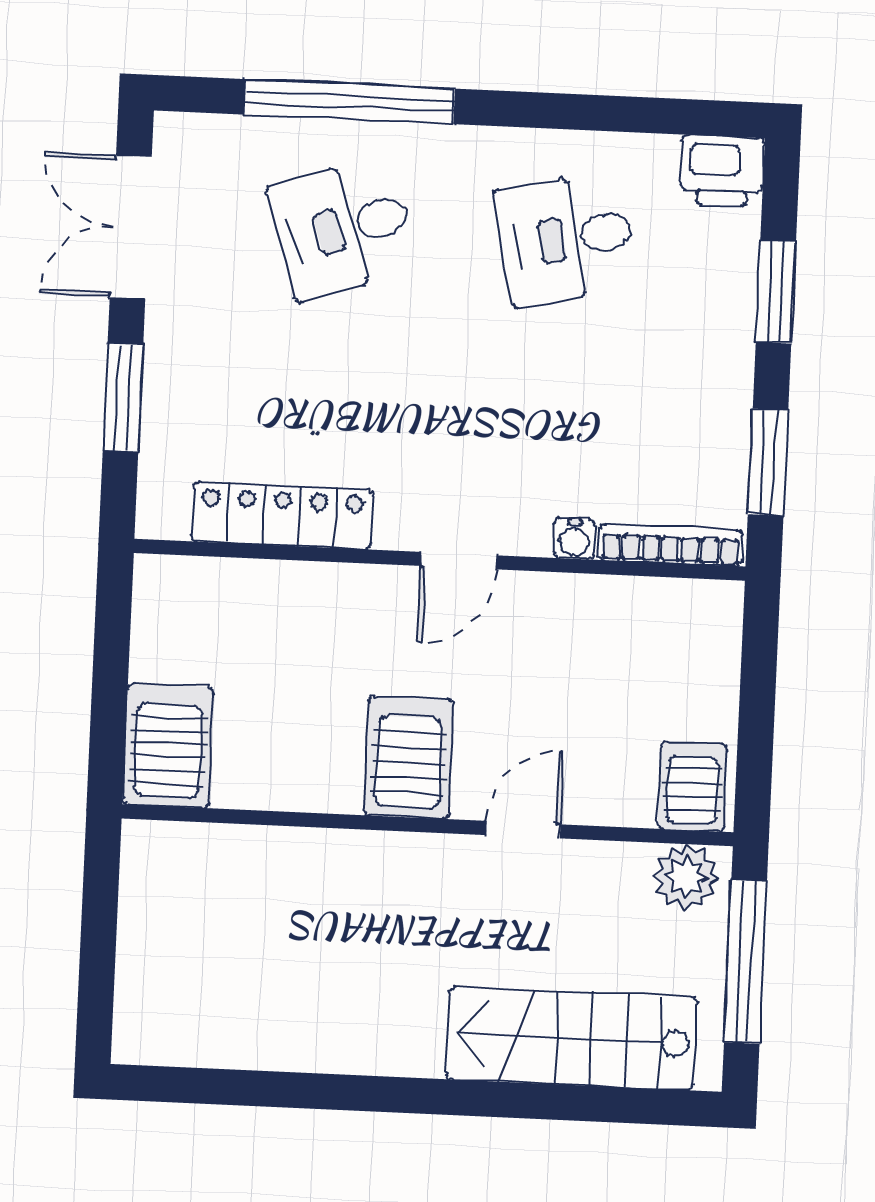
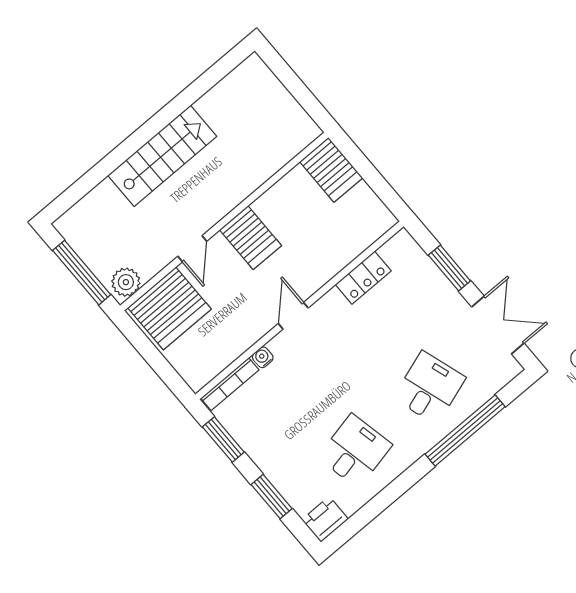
locker: (282, 516) -> (363, 278), width x0.66
server rack: (692, 786) -> (169, 308), width x2.18, depth x1.44
stairs: (571, 1038) -> (162, 156), moved

